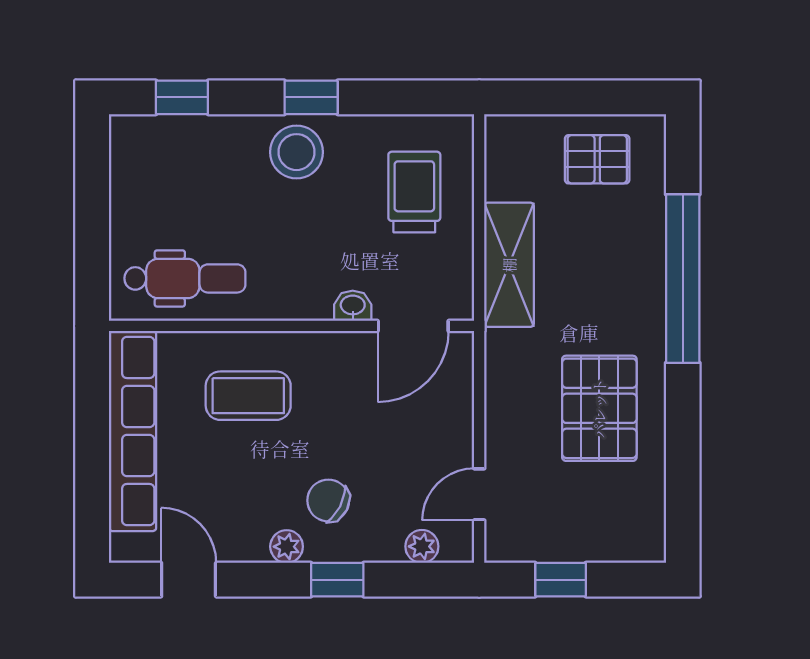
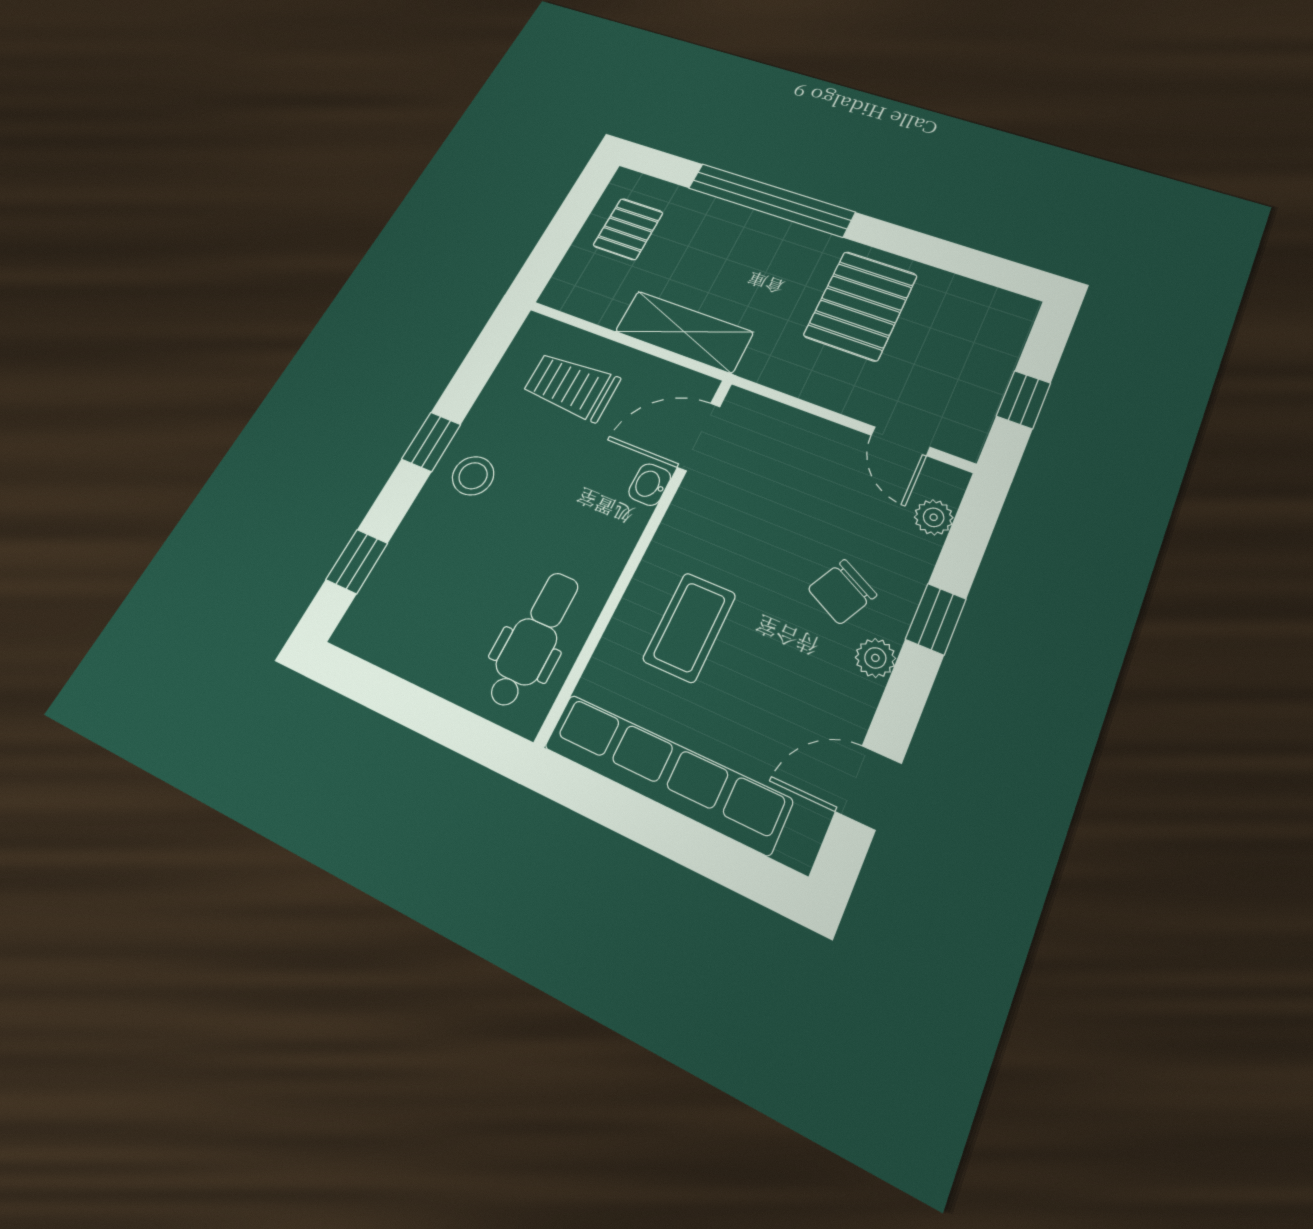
stool: (297, 152) -> (473, 476), width x0.73, depth x0.73
door: (413, 326) -> (699, 437), swing flipped
pallet: (599, 408) -> (861, 305), turned 90

